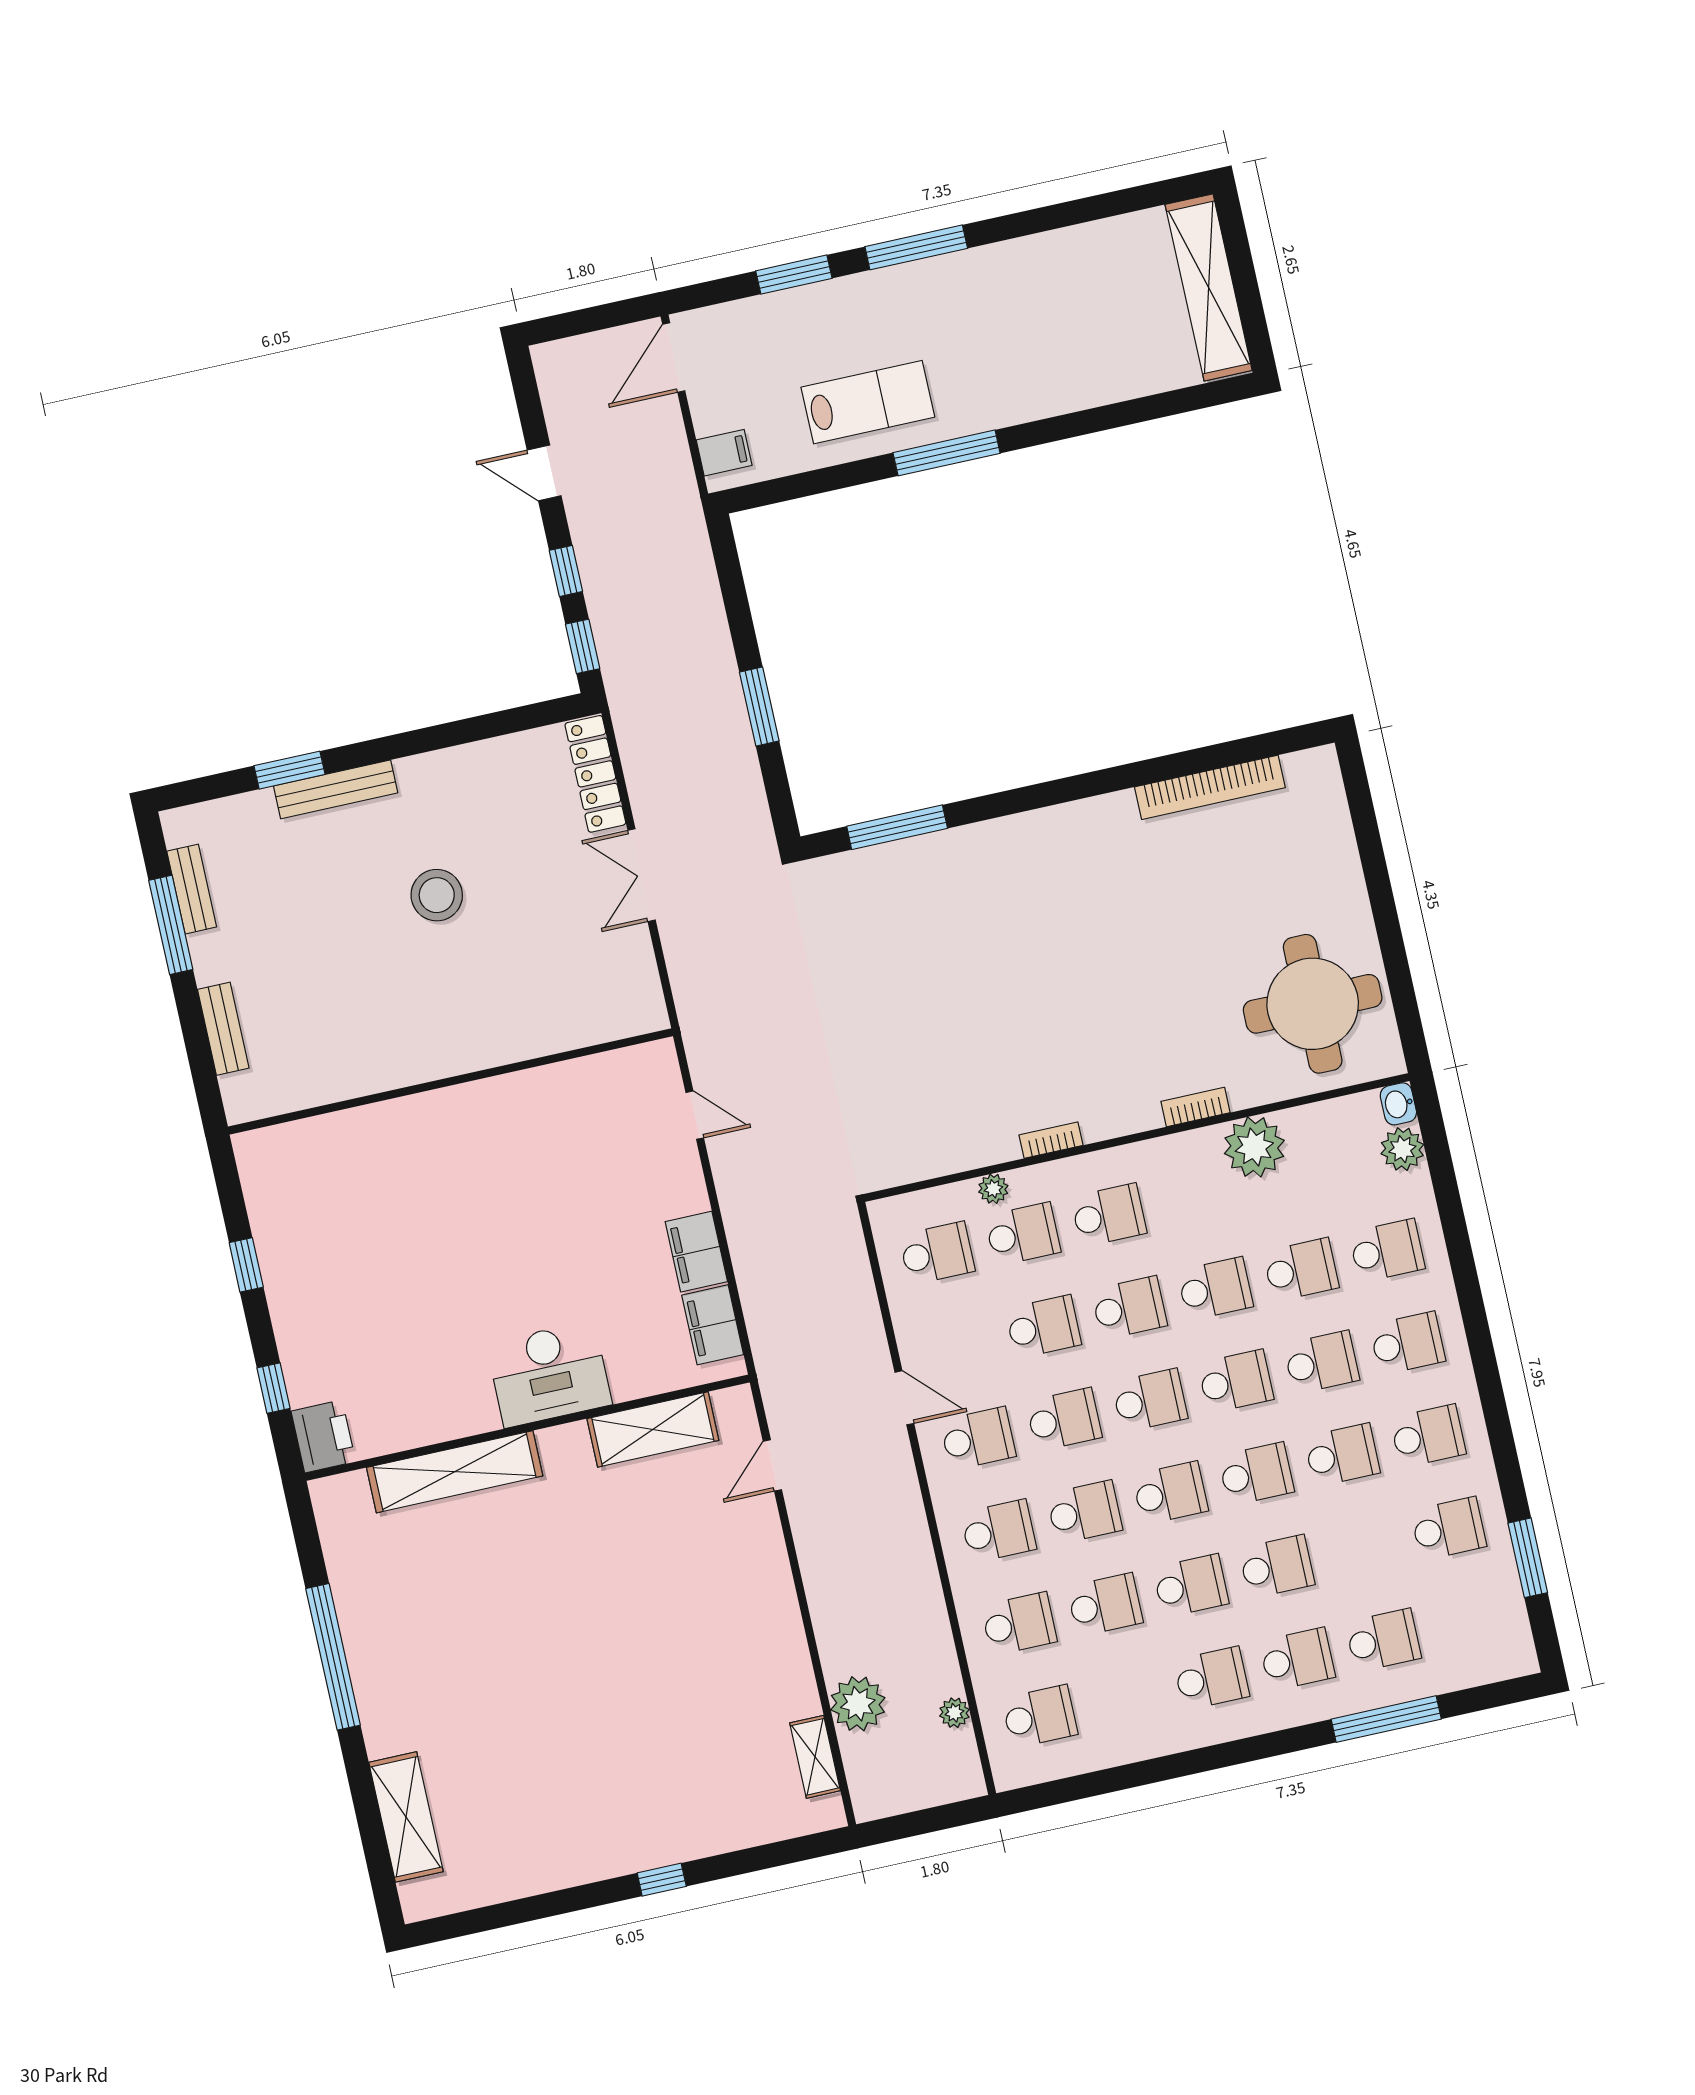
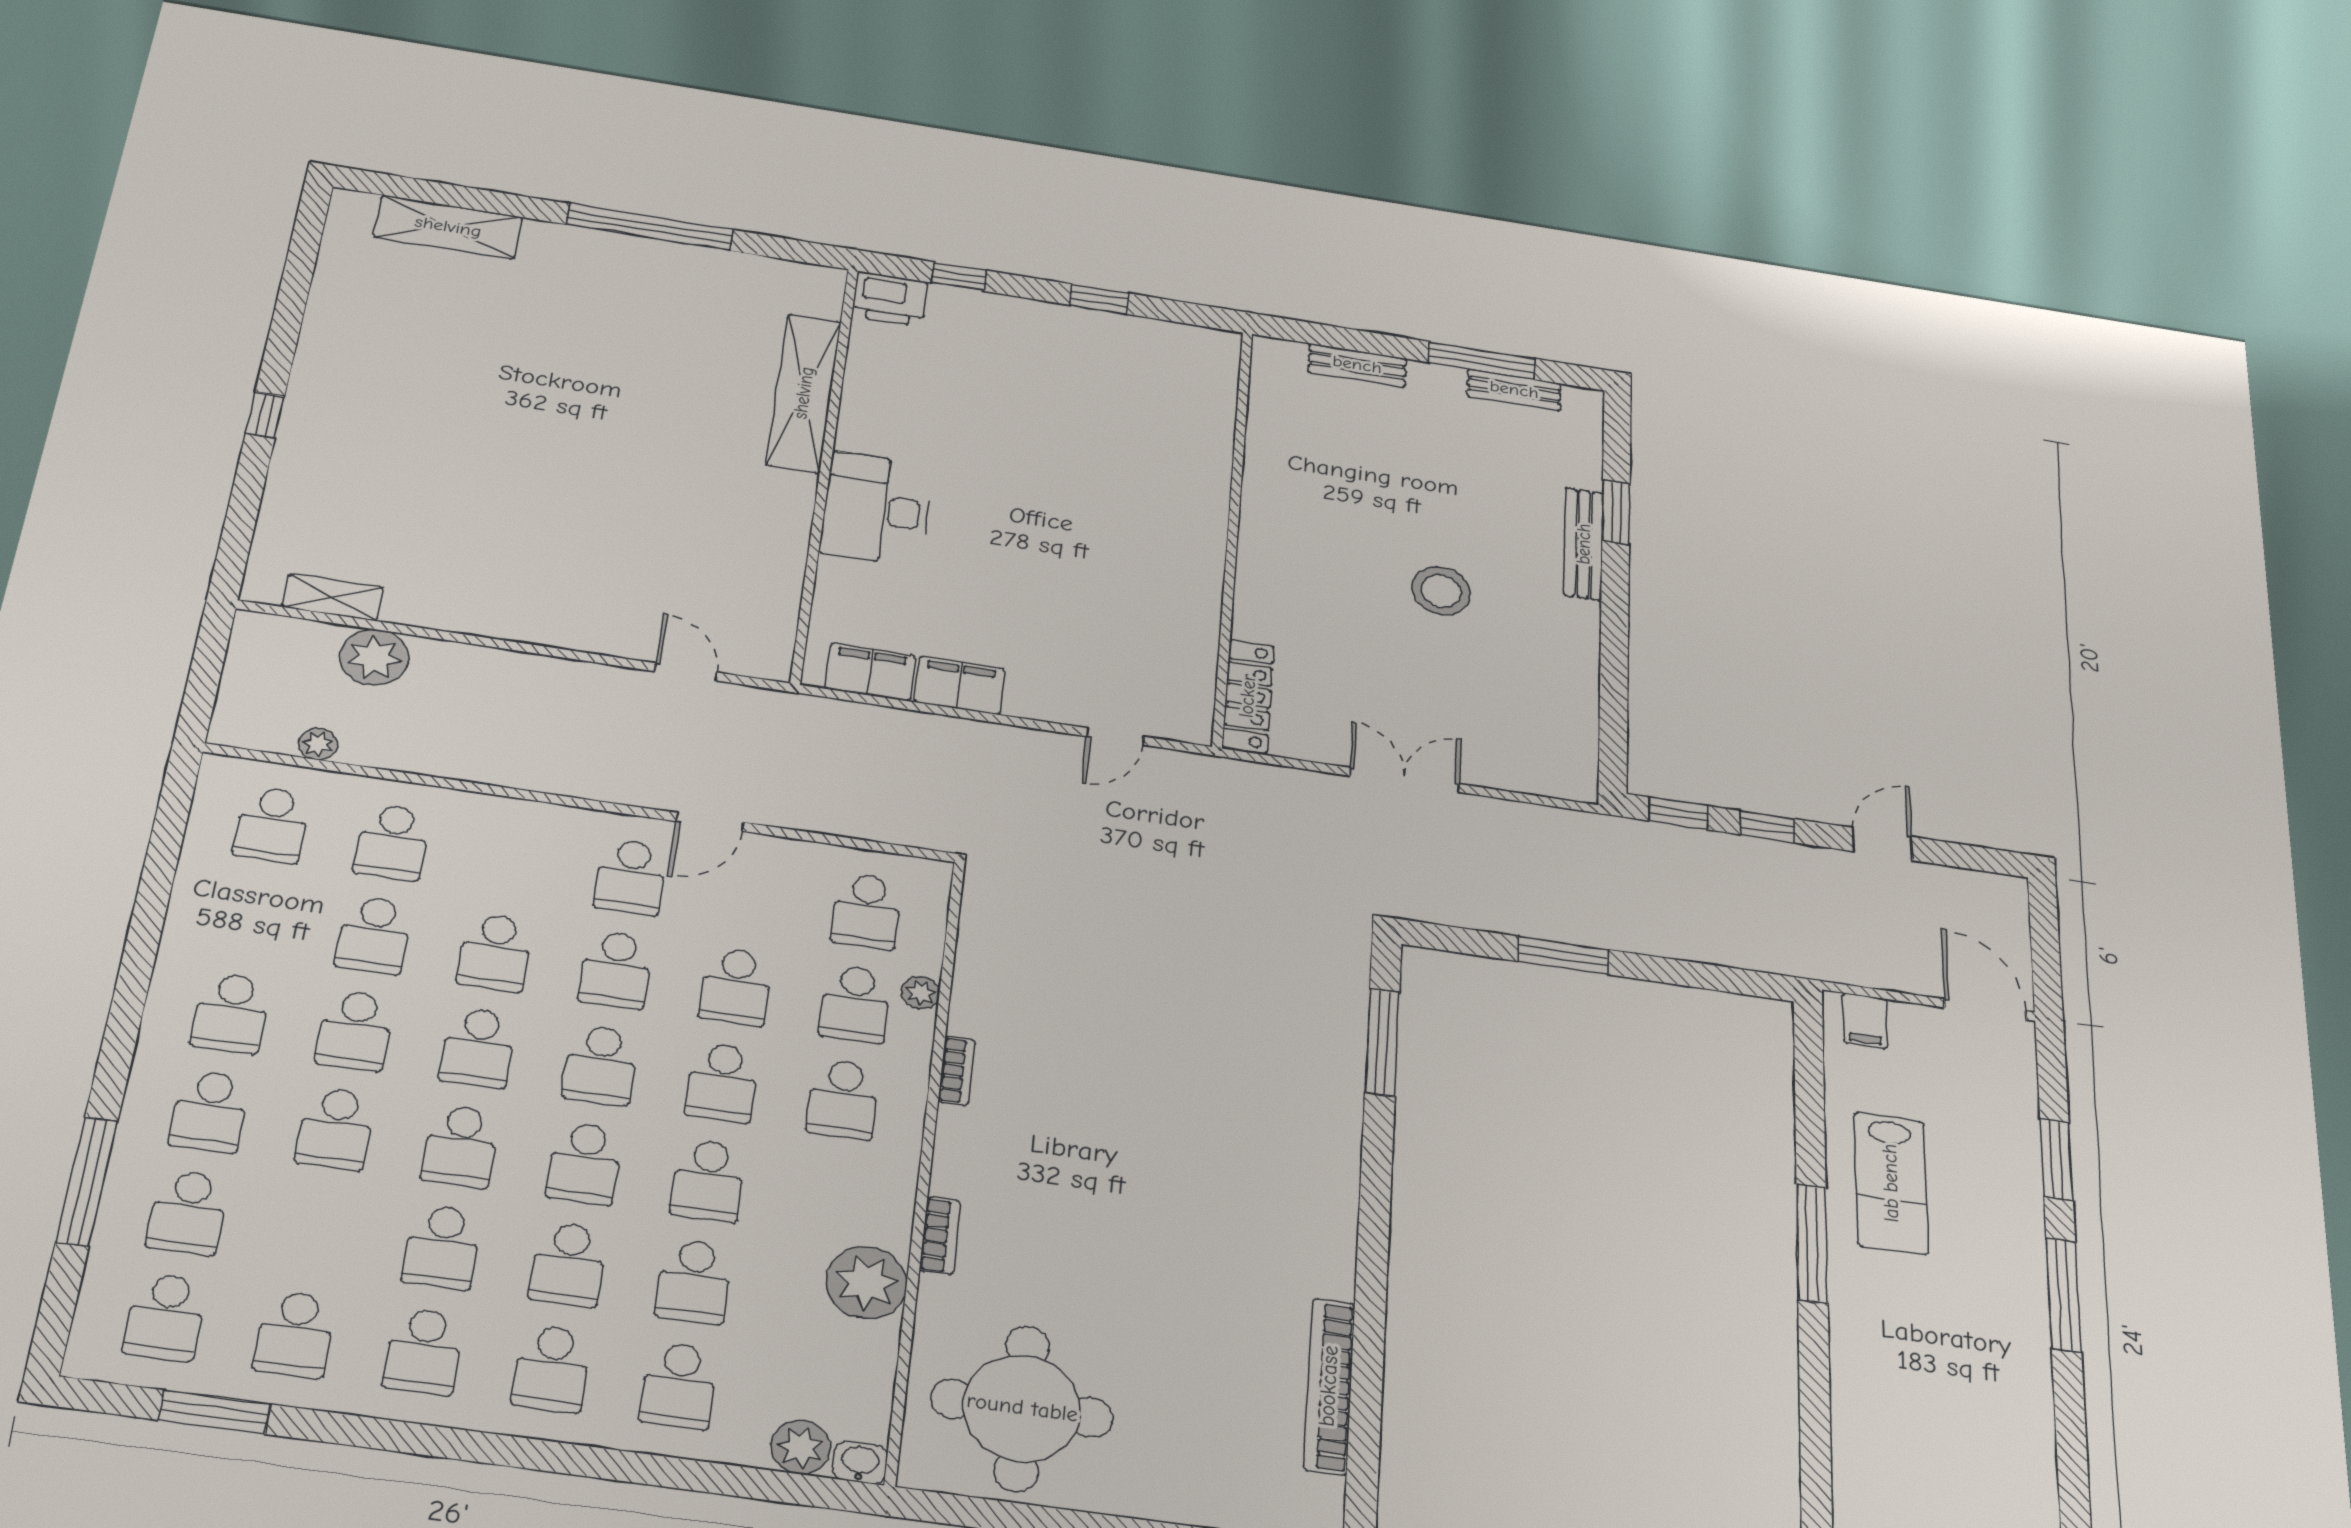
locker: (595, 774) -> (1248, 696), moved, turned 90
shelving: (653, 1429) -> (775, 578), removed
school desk: (999, 1531) -> (165, 1317), moved

